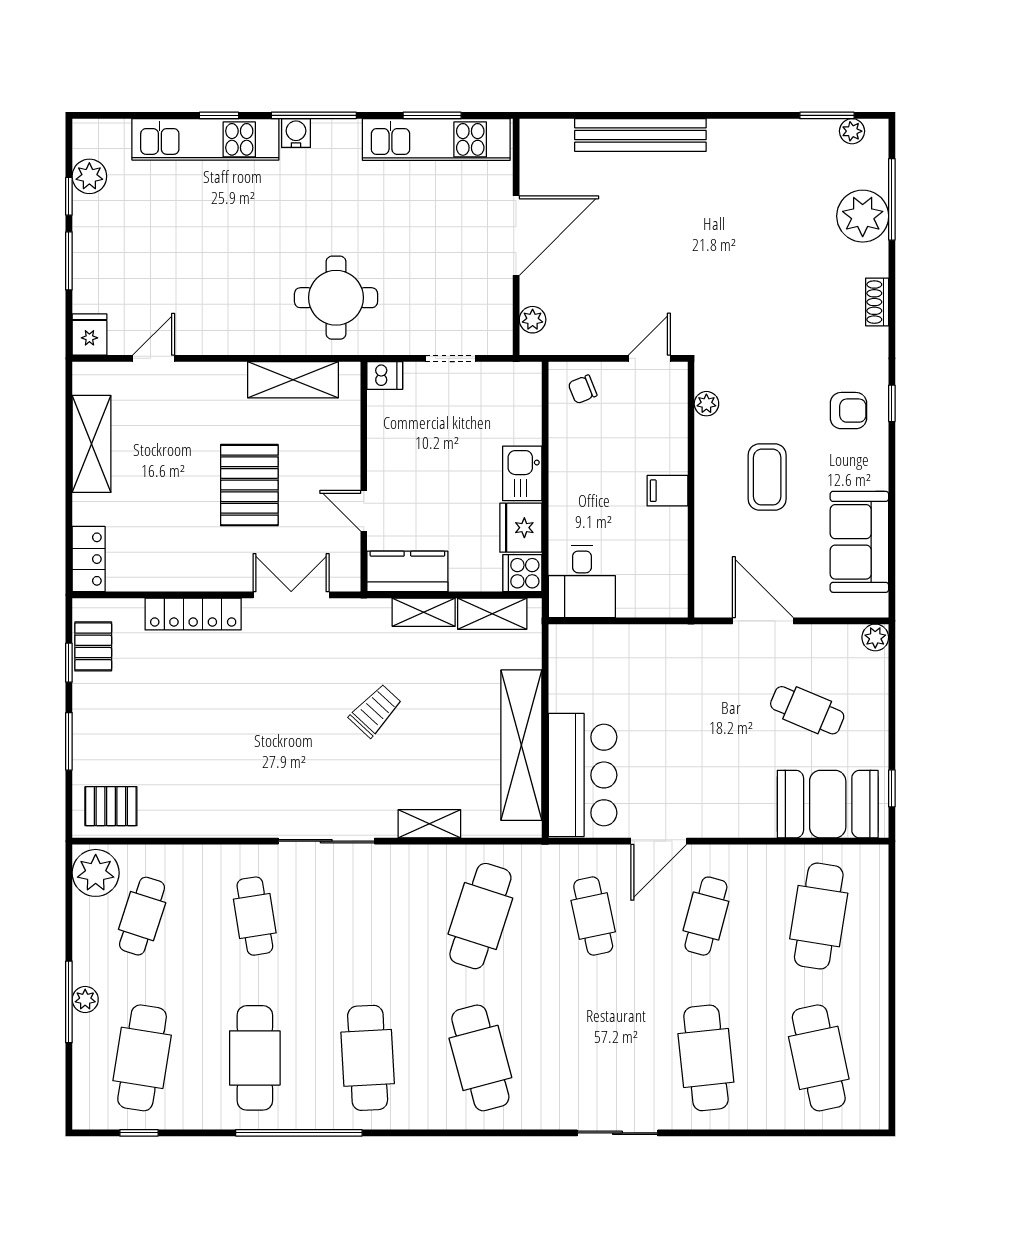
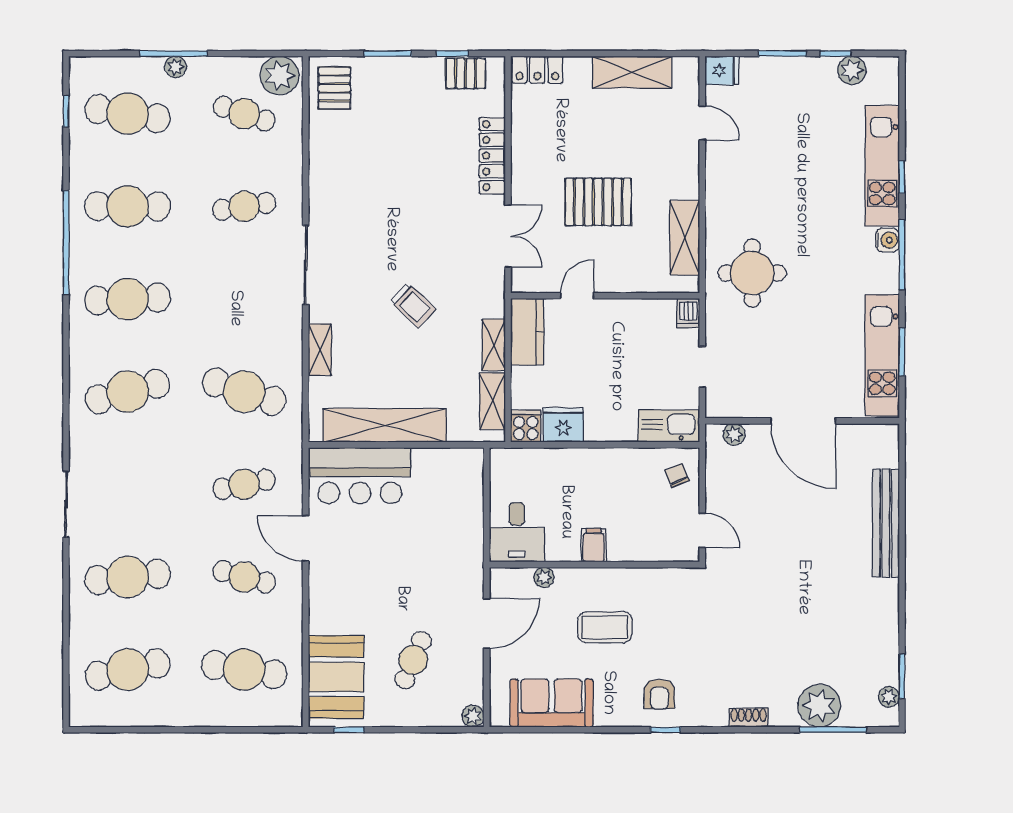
plant: (706, 404) -> (544, 577), moved
kitchen sink: (522, 473) -> (669, 426), moved, width x1.38
desk: (582, 581) -> (517, 532), moved, turned -90

